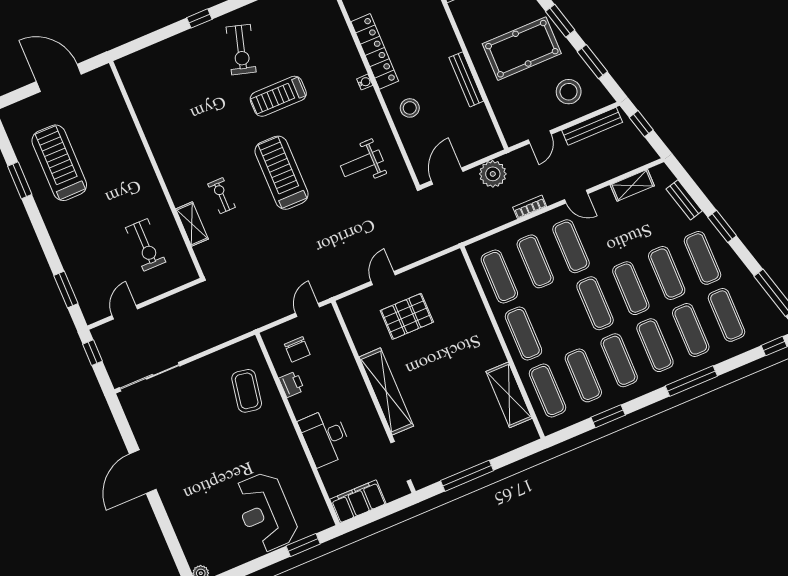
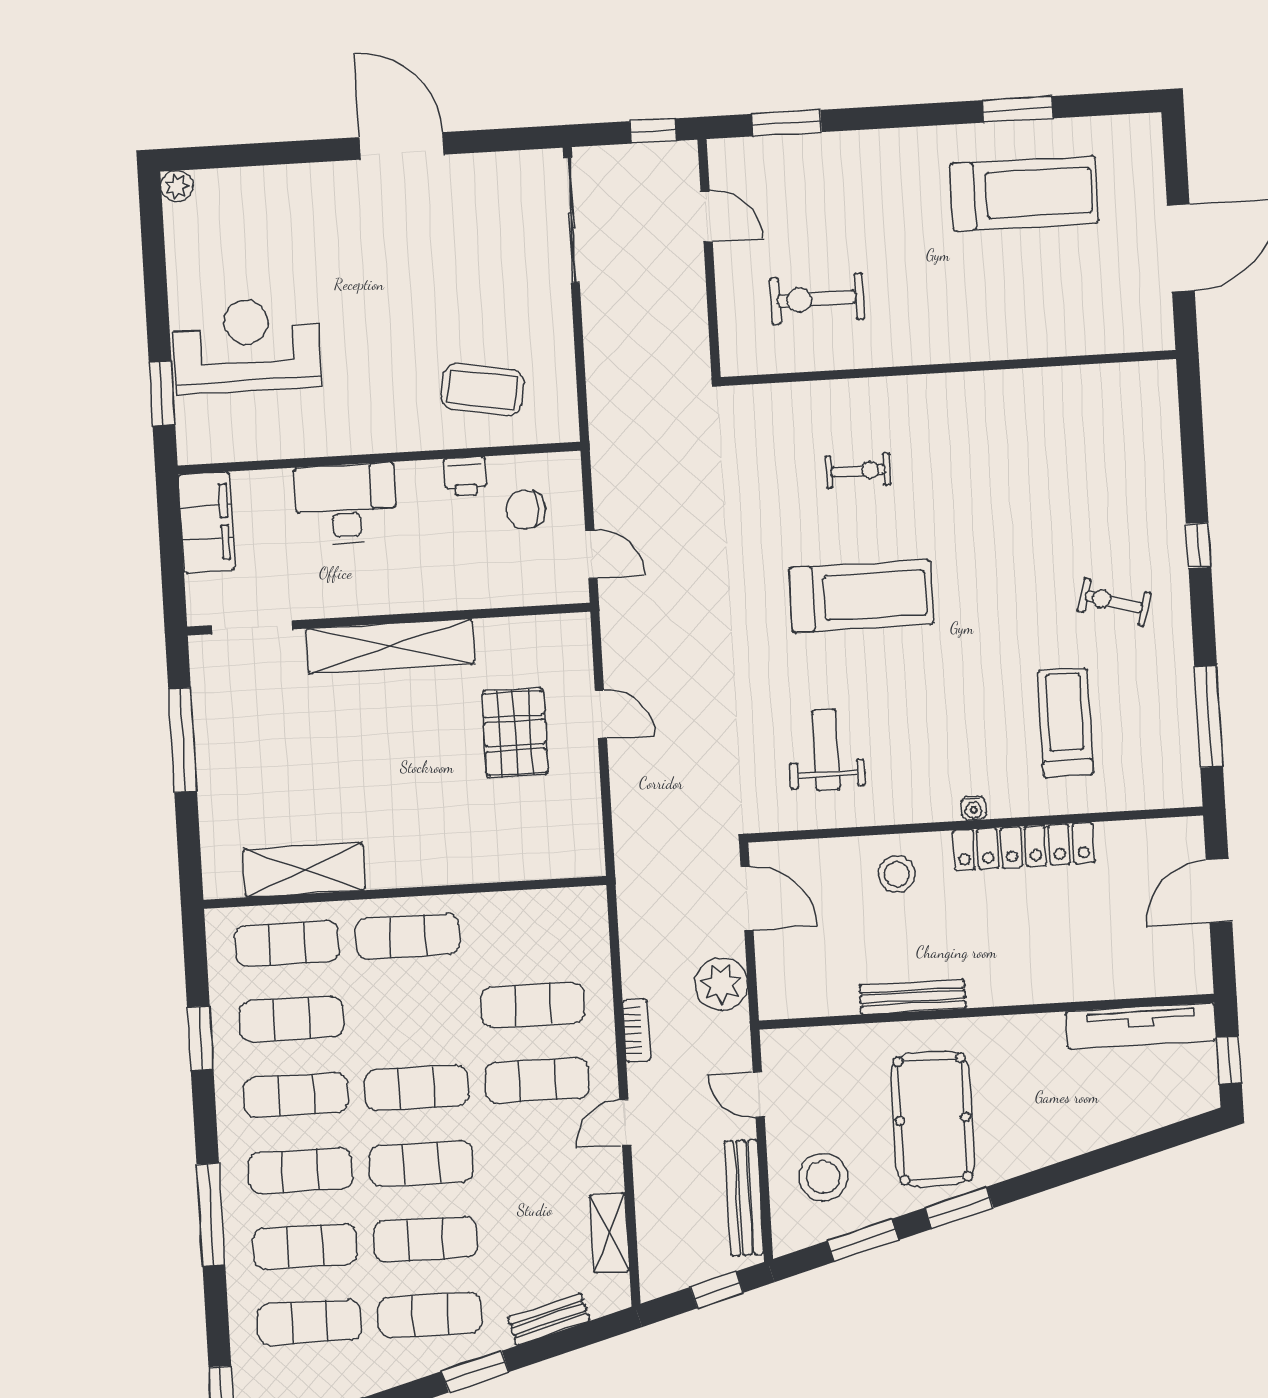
exercise bike: (241, 50) -> (1114, 602), width x0.73, depth x0.72
treadmill: (278, 96) -> (1065, 723), moved
shelving: (192, 224) -> (825, 398), removed
exercise mat: (499, 276) -> (528, 929), removed

